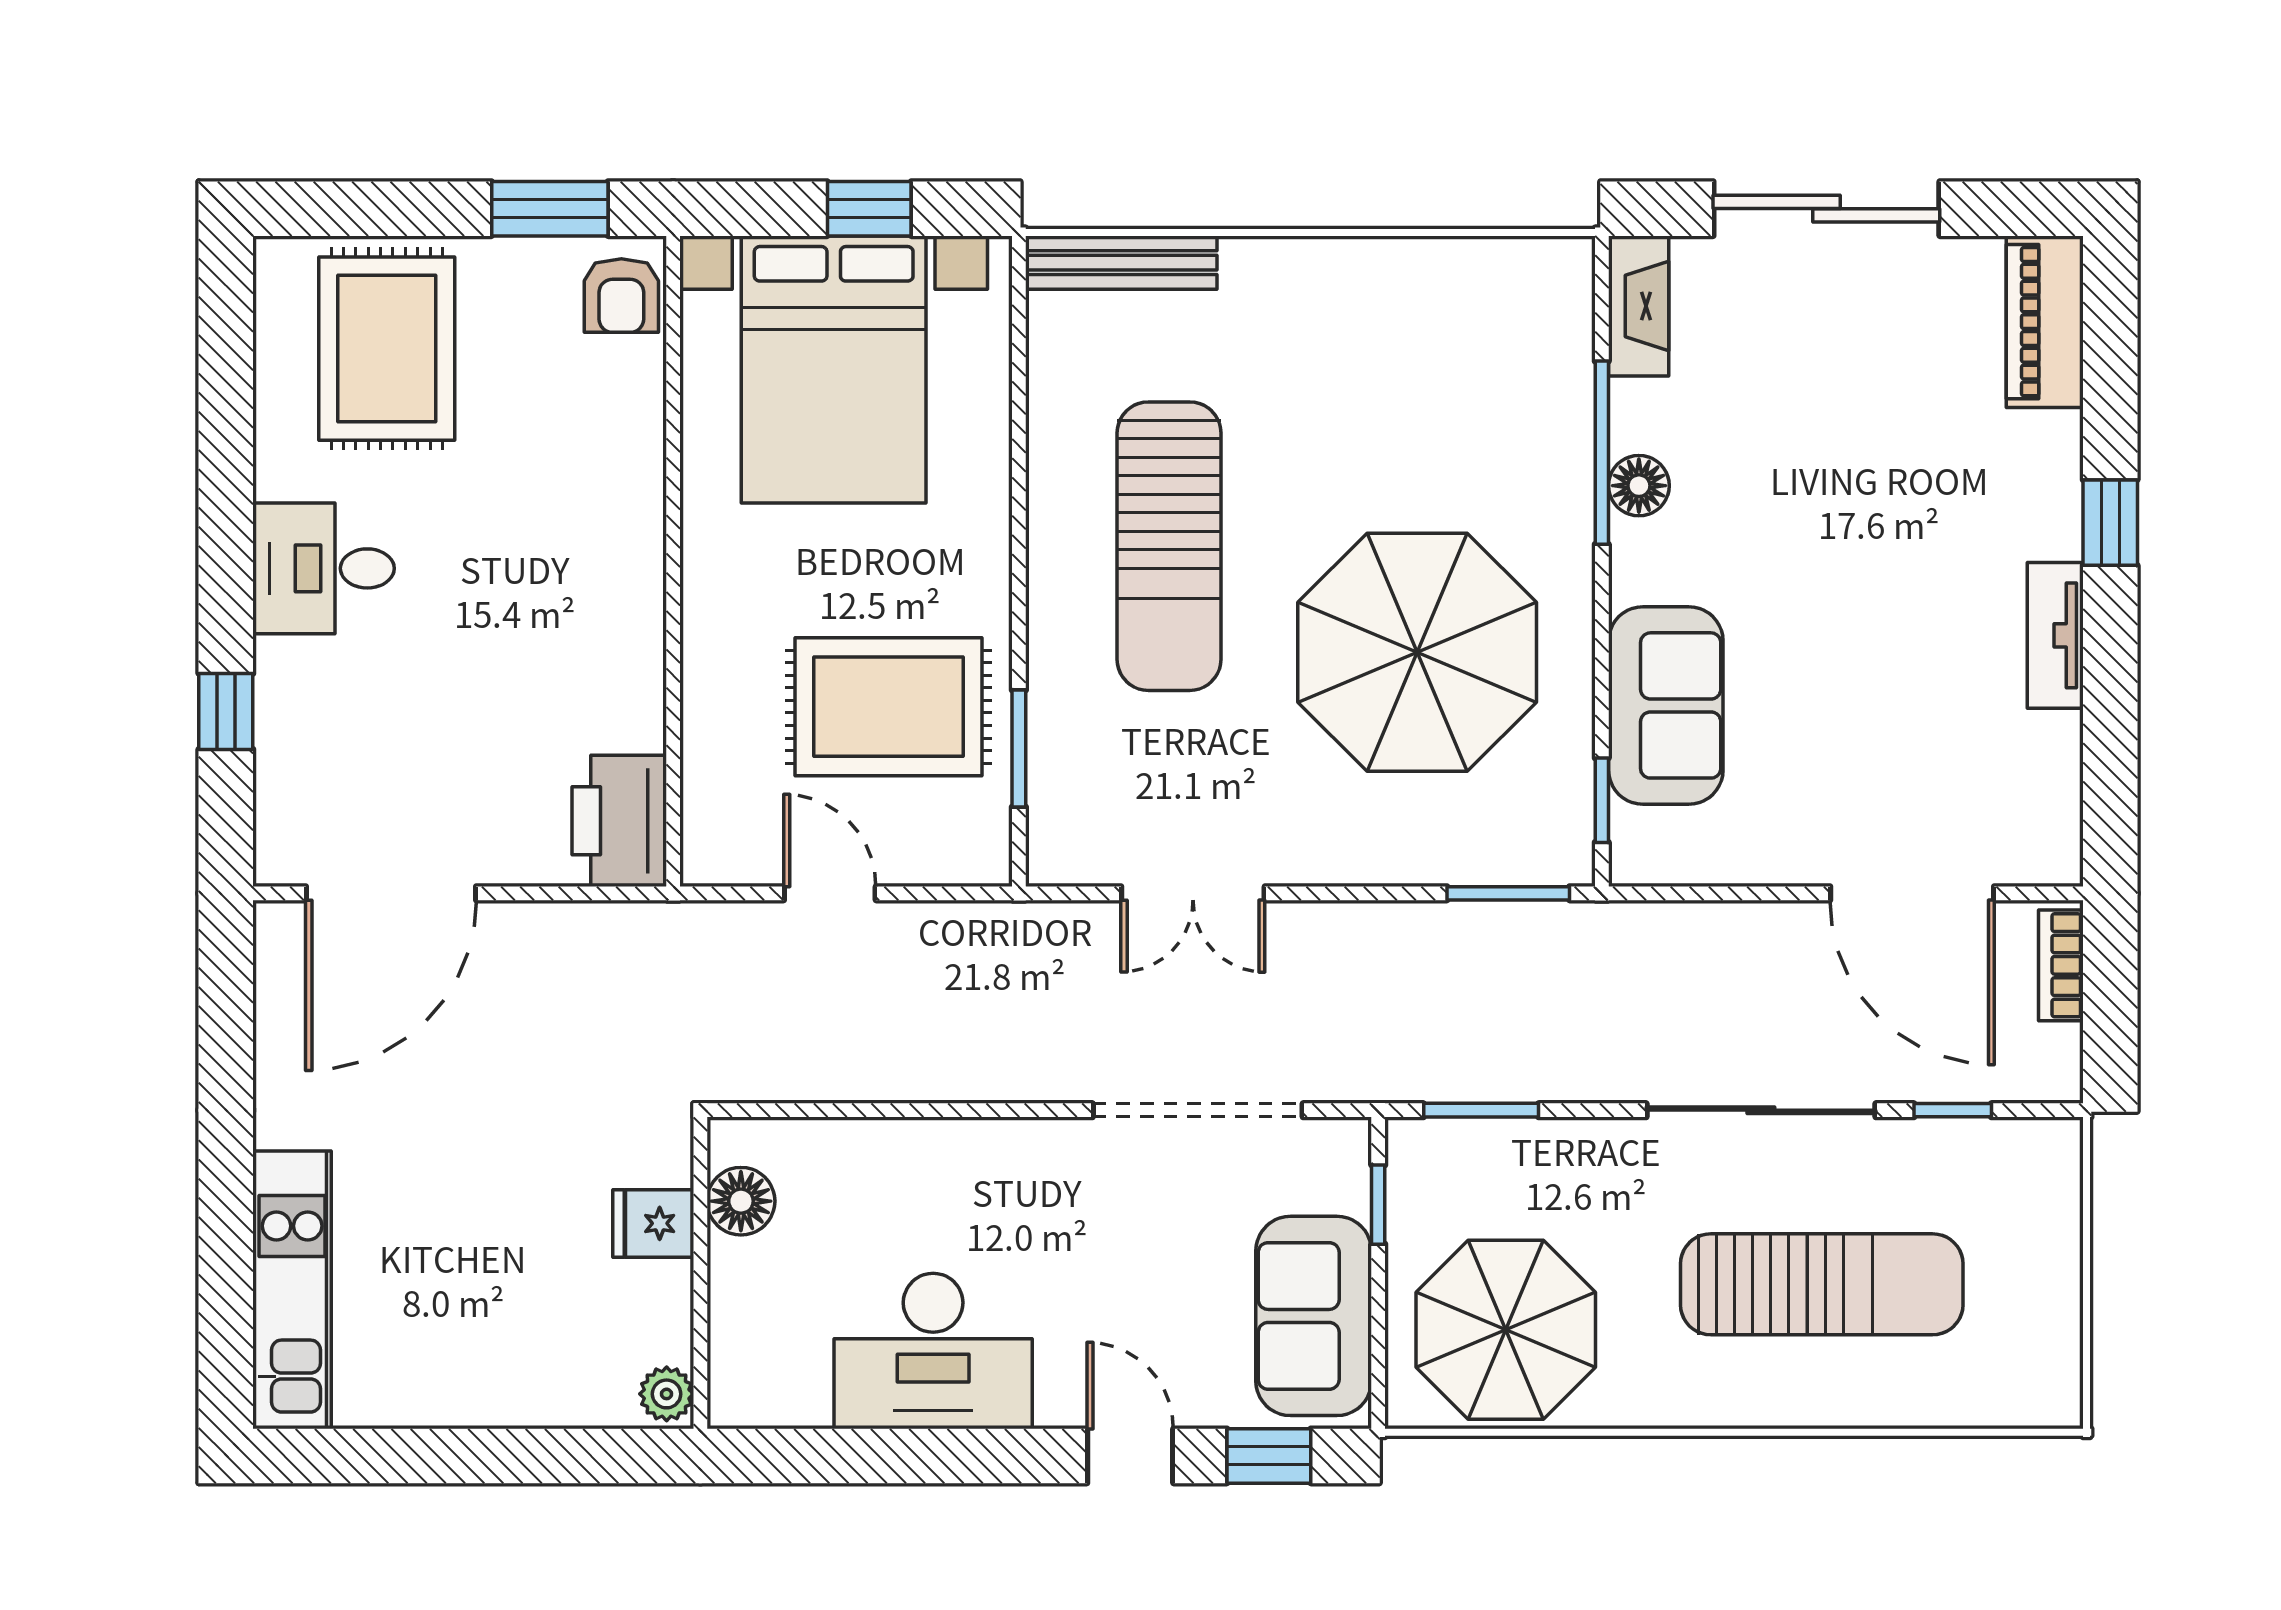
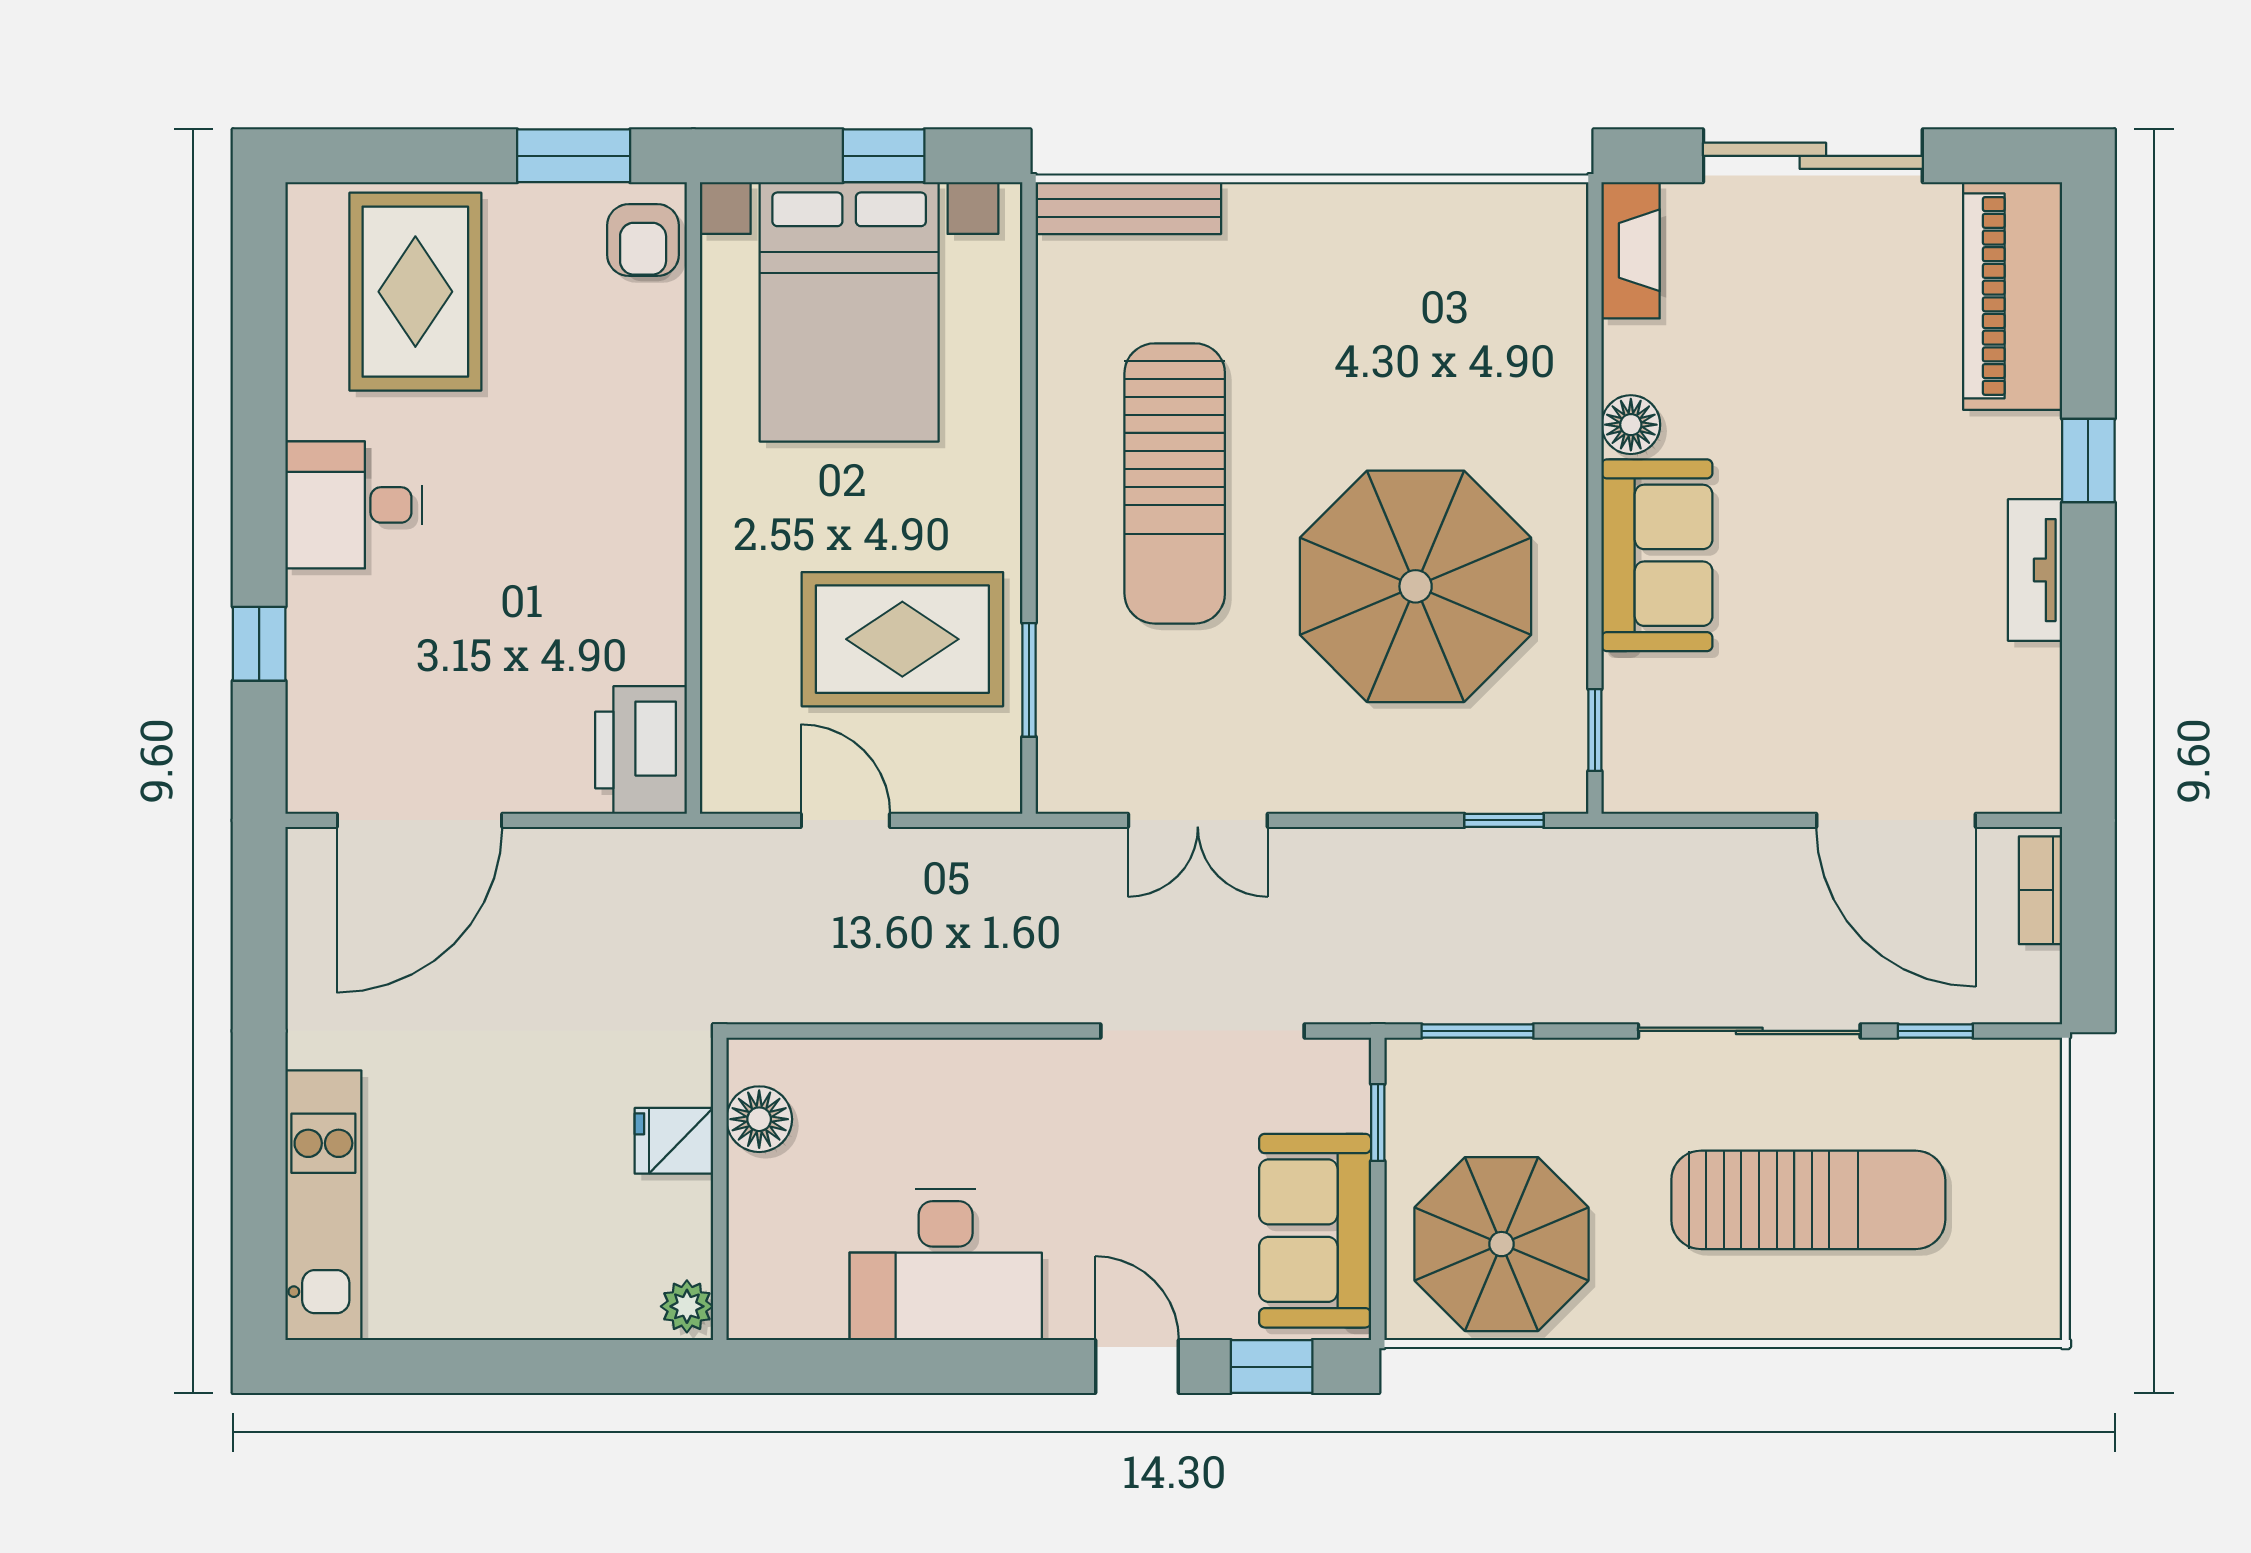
piano: (2045, 322) -> (2013, 296), width x1.37, depth x1.33
window: (1602, 453) -> (1595, 393), removed
sofa: (1666, 705) -> (1657, 555), moved
window: (1508, 893) -> (1504, 820), width x0.67

